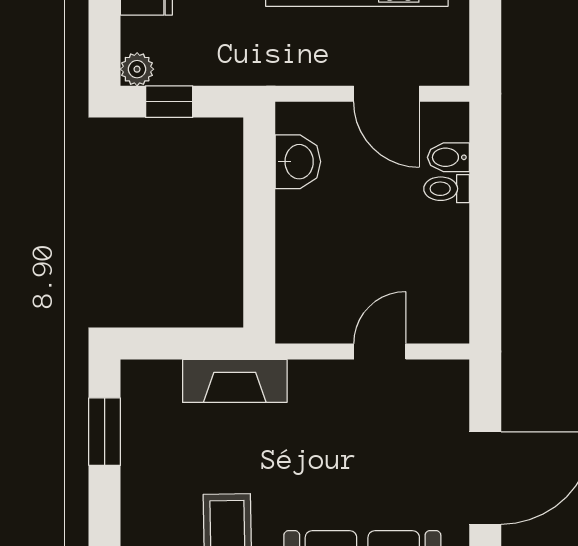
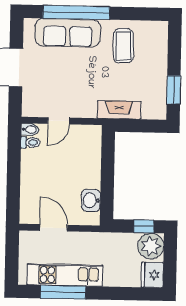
plant: (137, 69) -> (151, 246), width x1.87, depth x1.87
bidet: (448, 157) -> (30, 129), moved
toilet: (447, 189) -> (30, 143), moved

